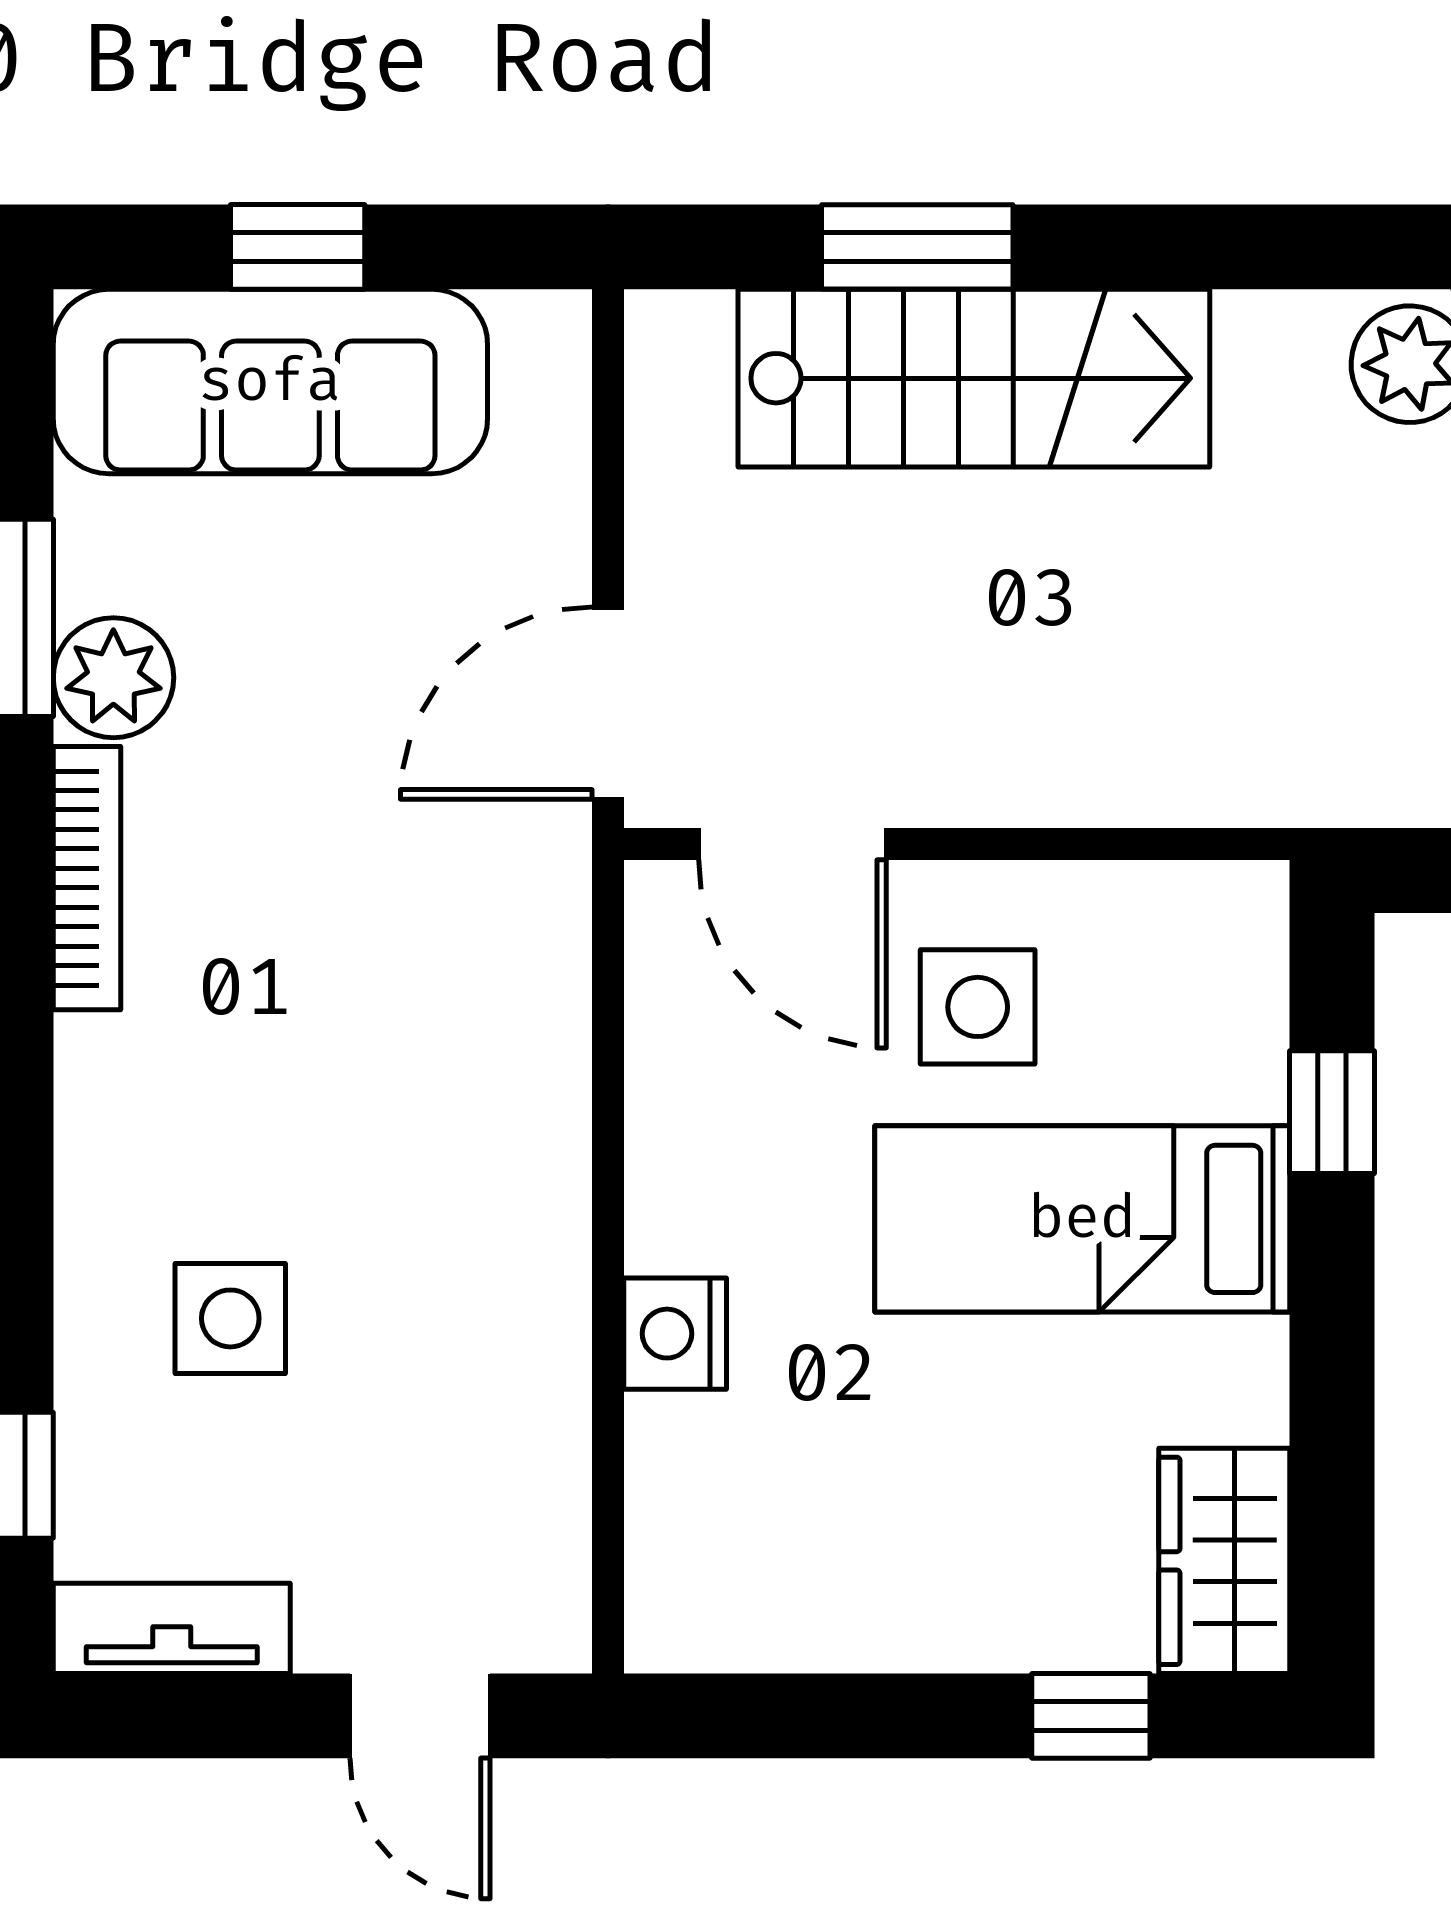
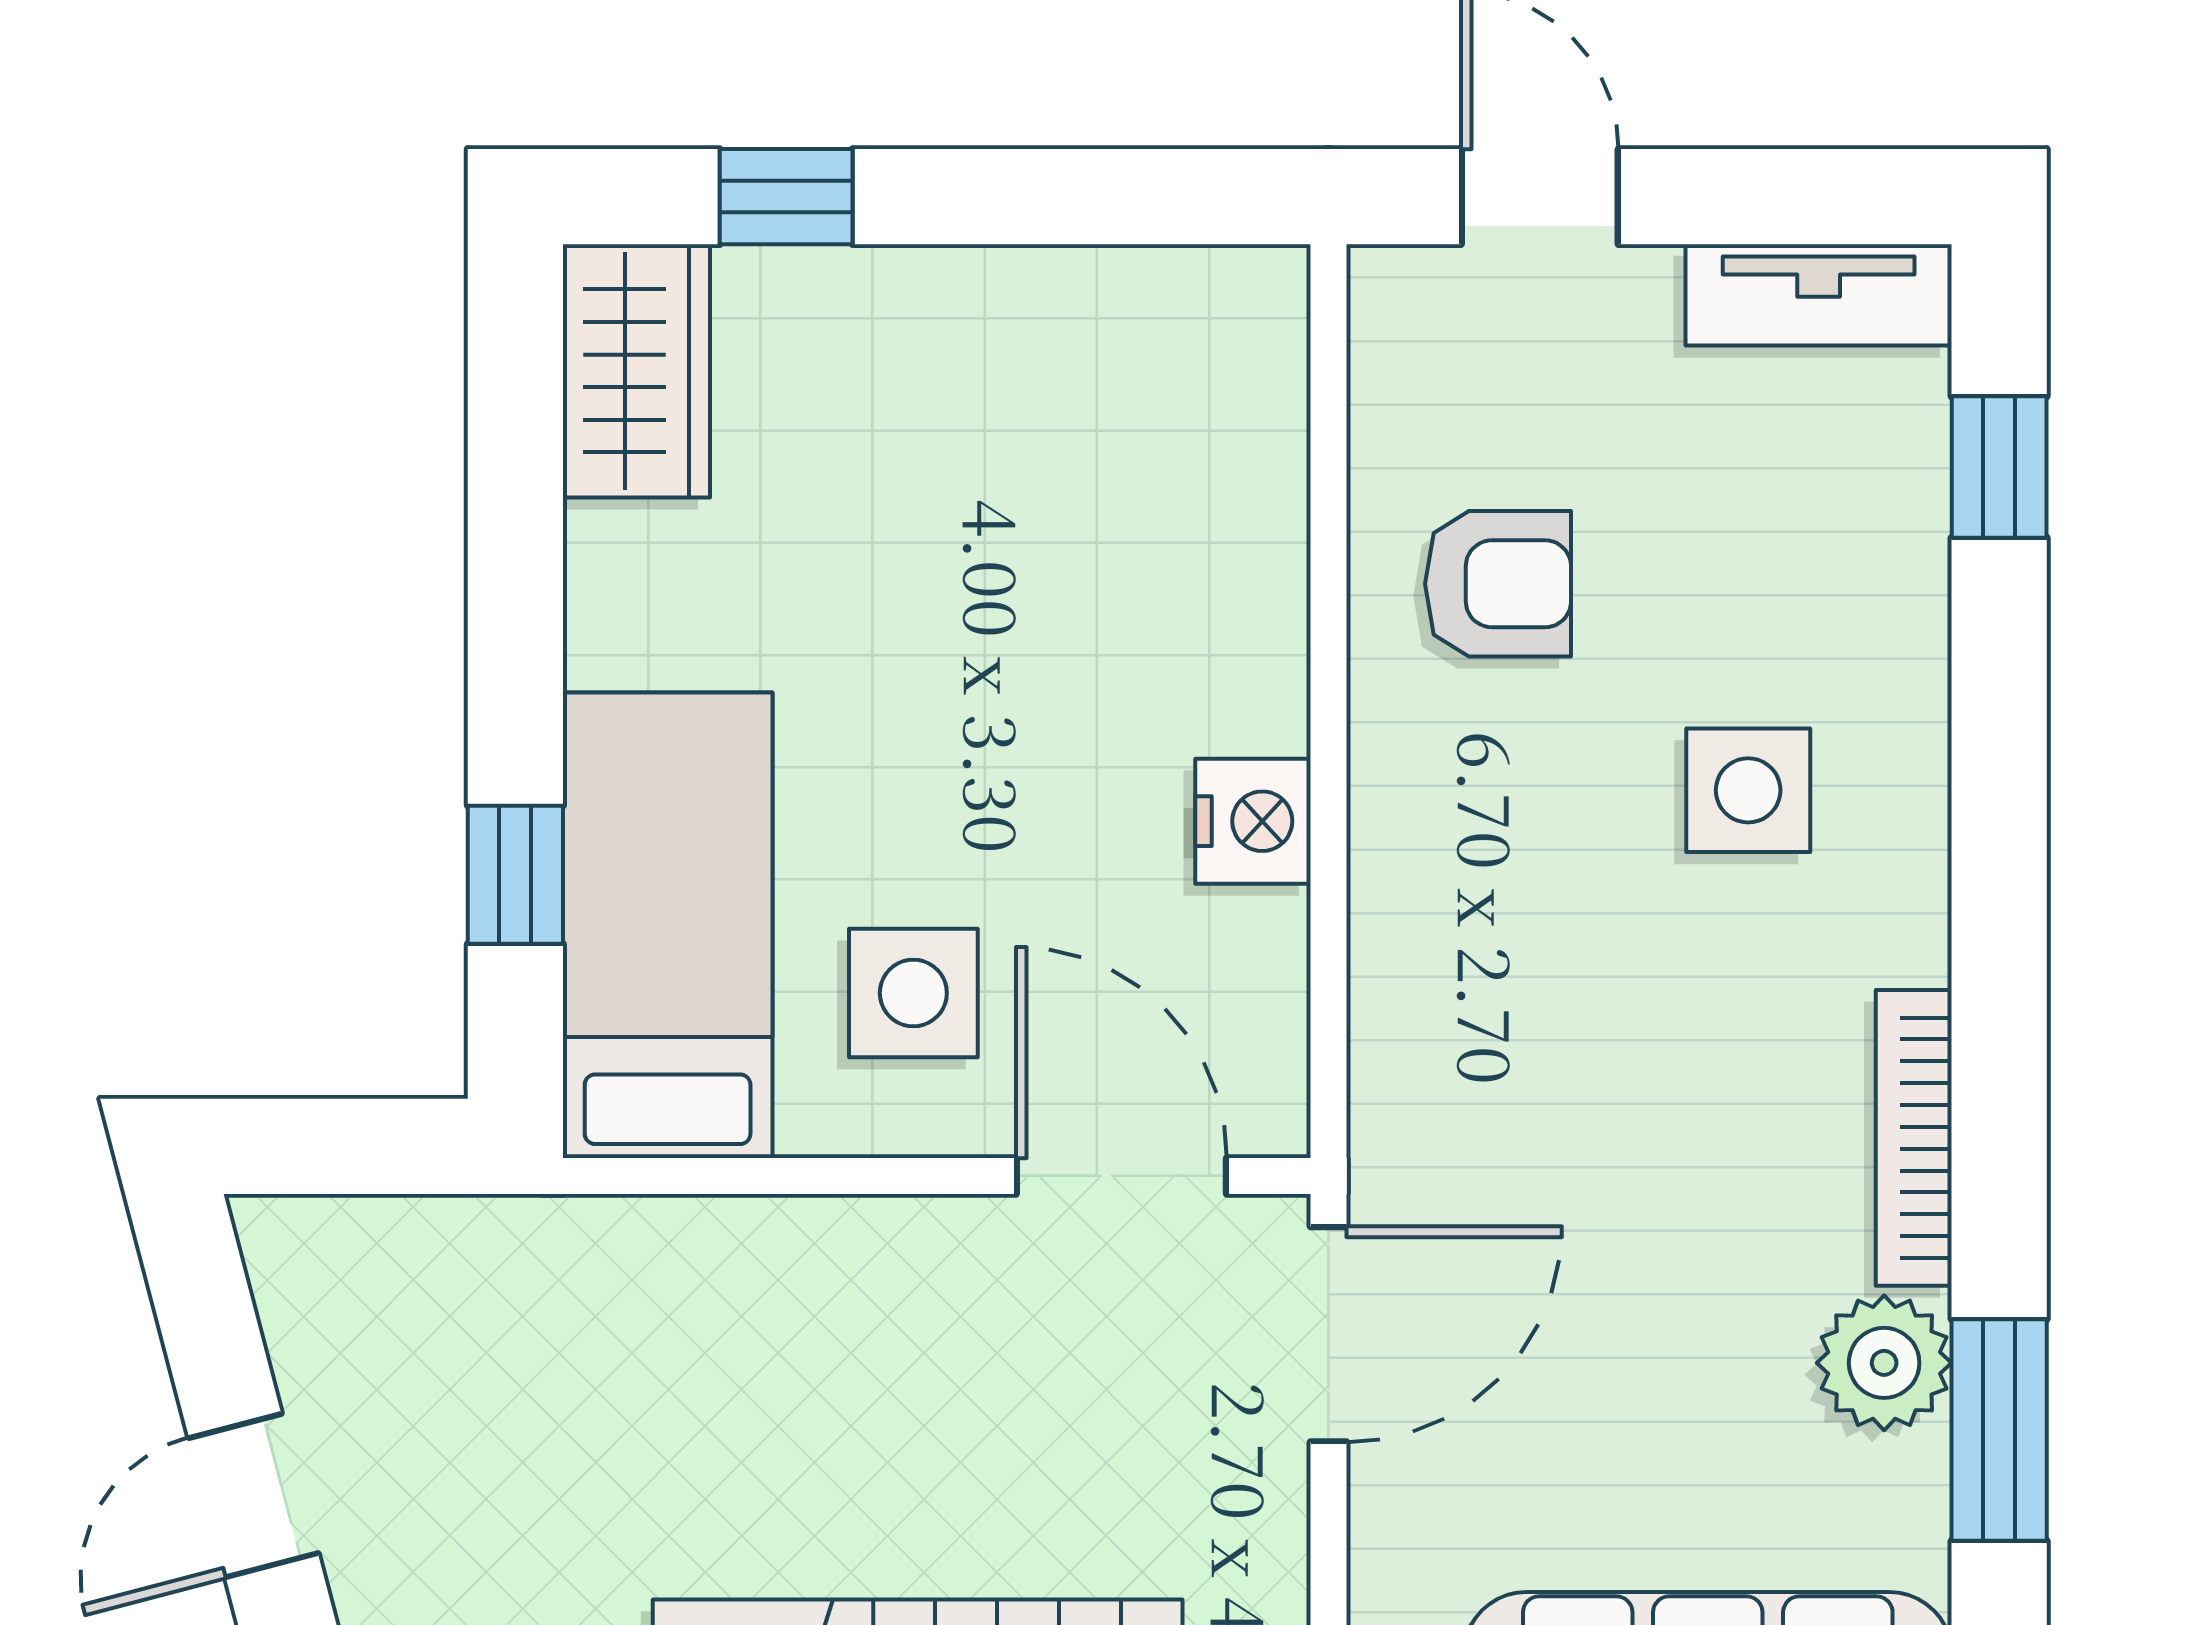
bed: (1082, 1219) -> (668, 925), moved, turned -90
side table: (230, 1318) -> (1748, 790), moved
nightstand: (675, 1334) -> (1253, 821), moved
armchair: (457, 1371) -> (1498, 584), added

